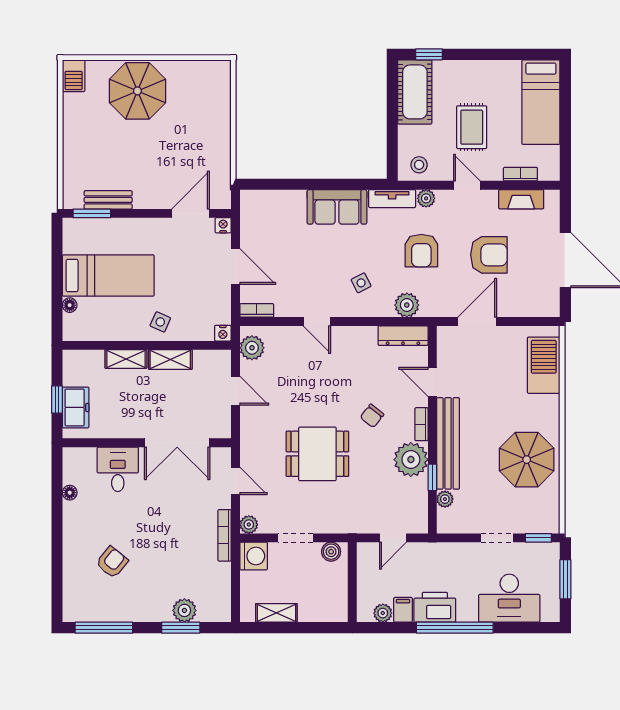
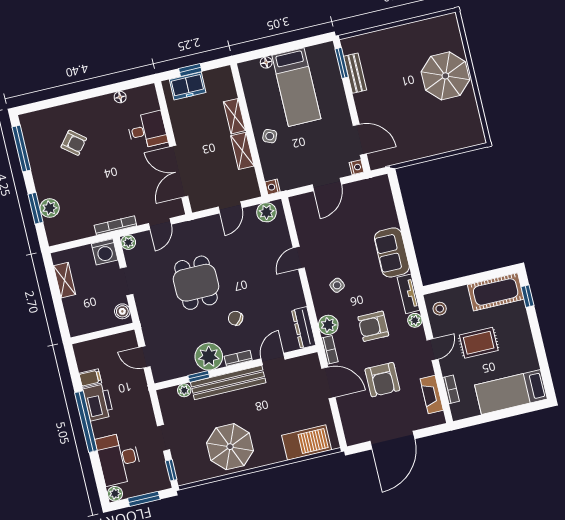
barbecue: (74, 76) -> (445, 23), removed
bookcase: (257, 310) -> (330, 350), moved
plant: (383, 613) -> (115, 494), moved

